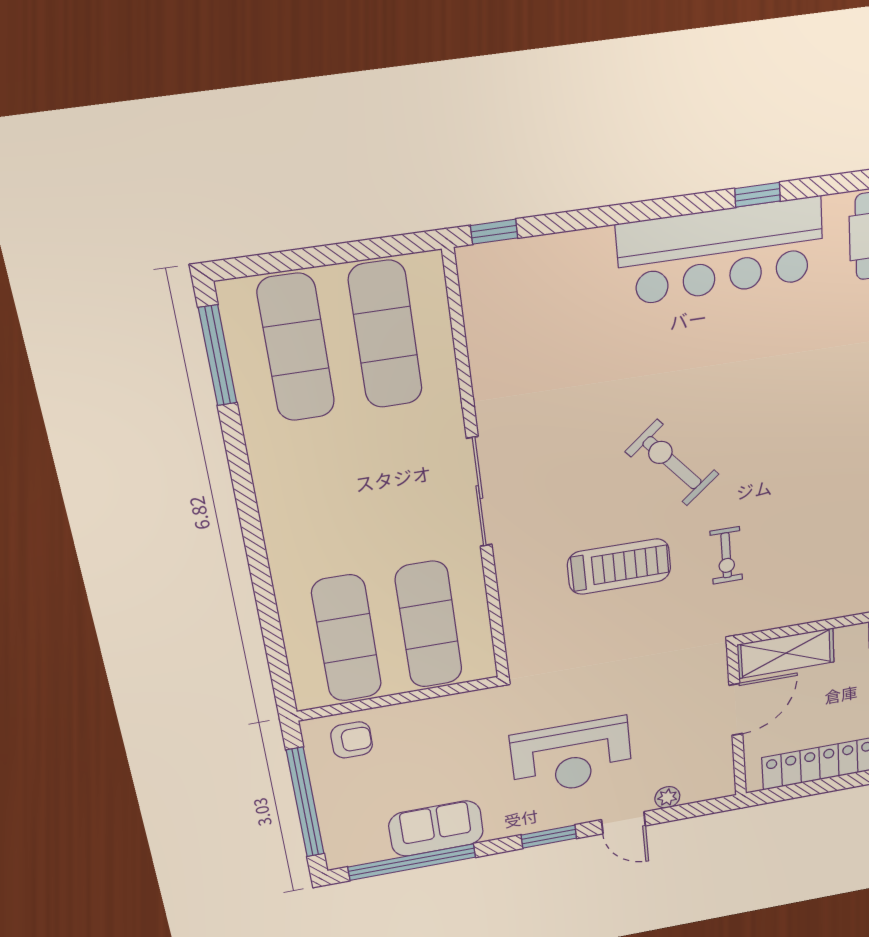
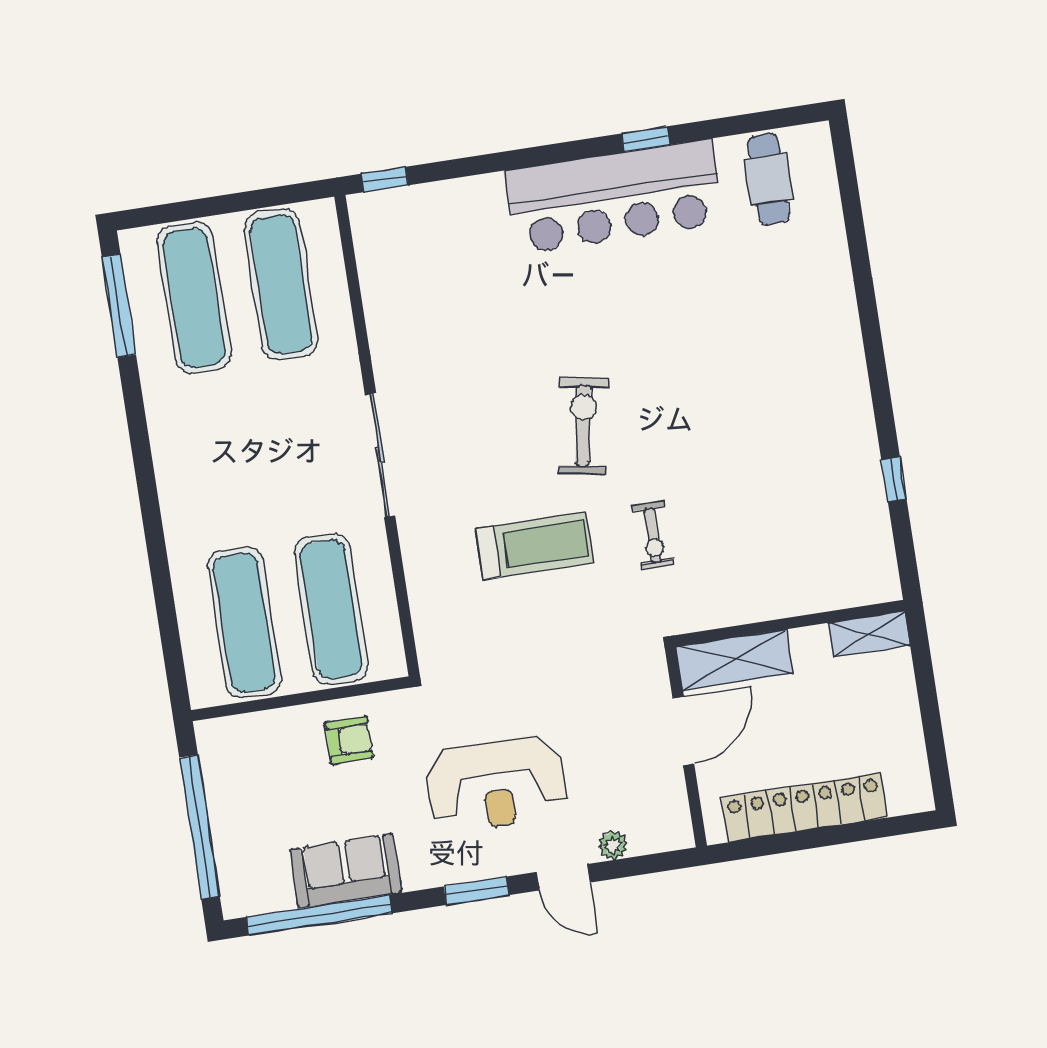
exercise bike: (672, 463) -> (583, 426), turned 50
armchair: (352, 740) -> (349, 740), moved

